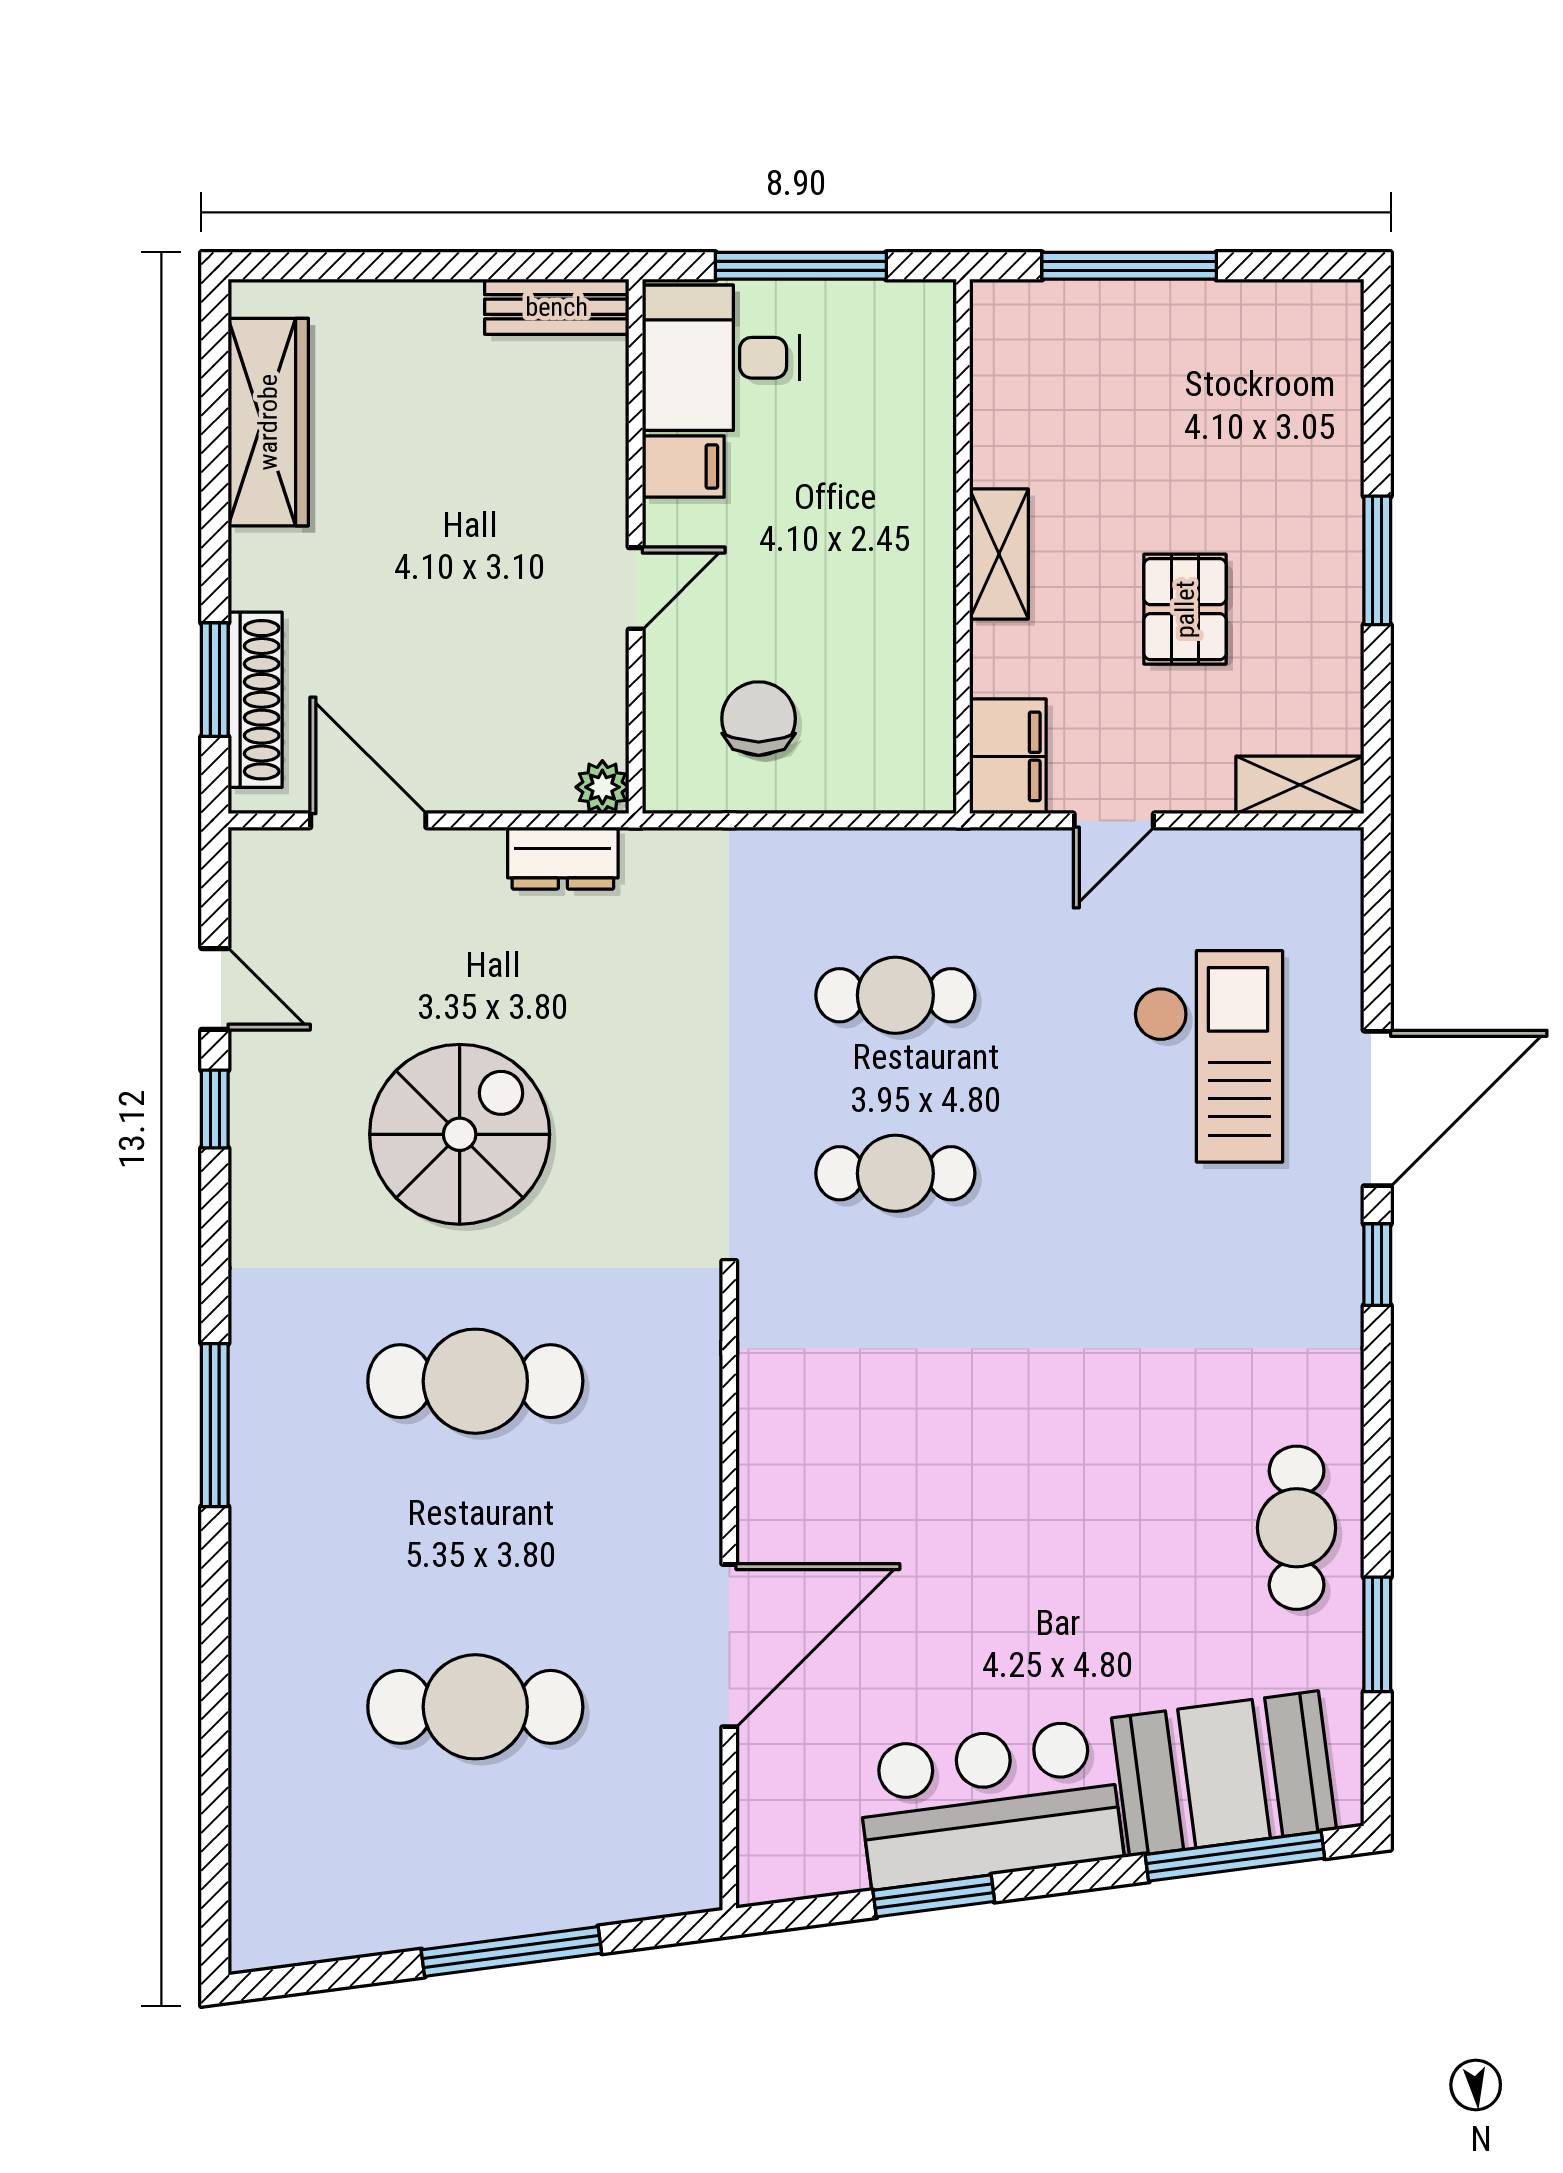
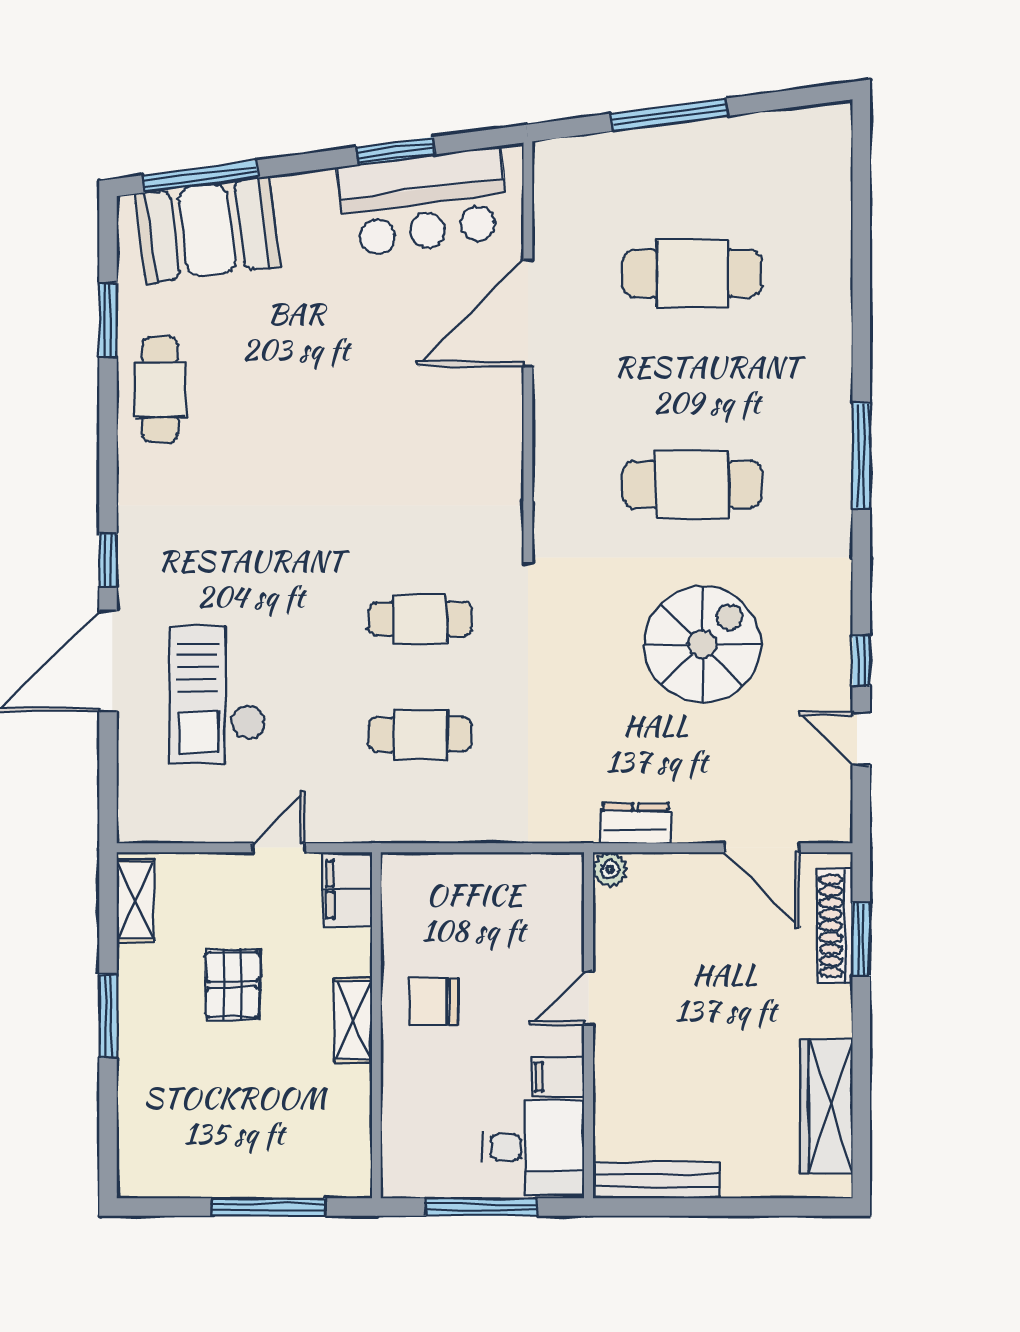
bench: (557, 307) -> (657, 1180), width x1.36
chair: (759, 719) -> (434, 1001), moved, turned 90
shelving: (1300, 785) -> (135, 901), moved, turned 90
spiral stairs: (460, 1134) -> (703, 644), turned 180
bar counter: (989, 1804) -> (424, 202), moved

